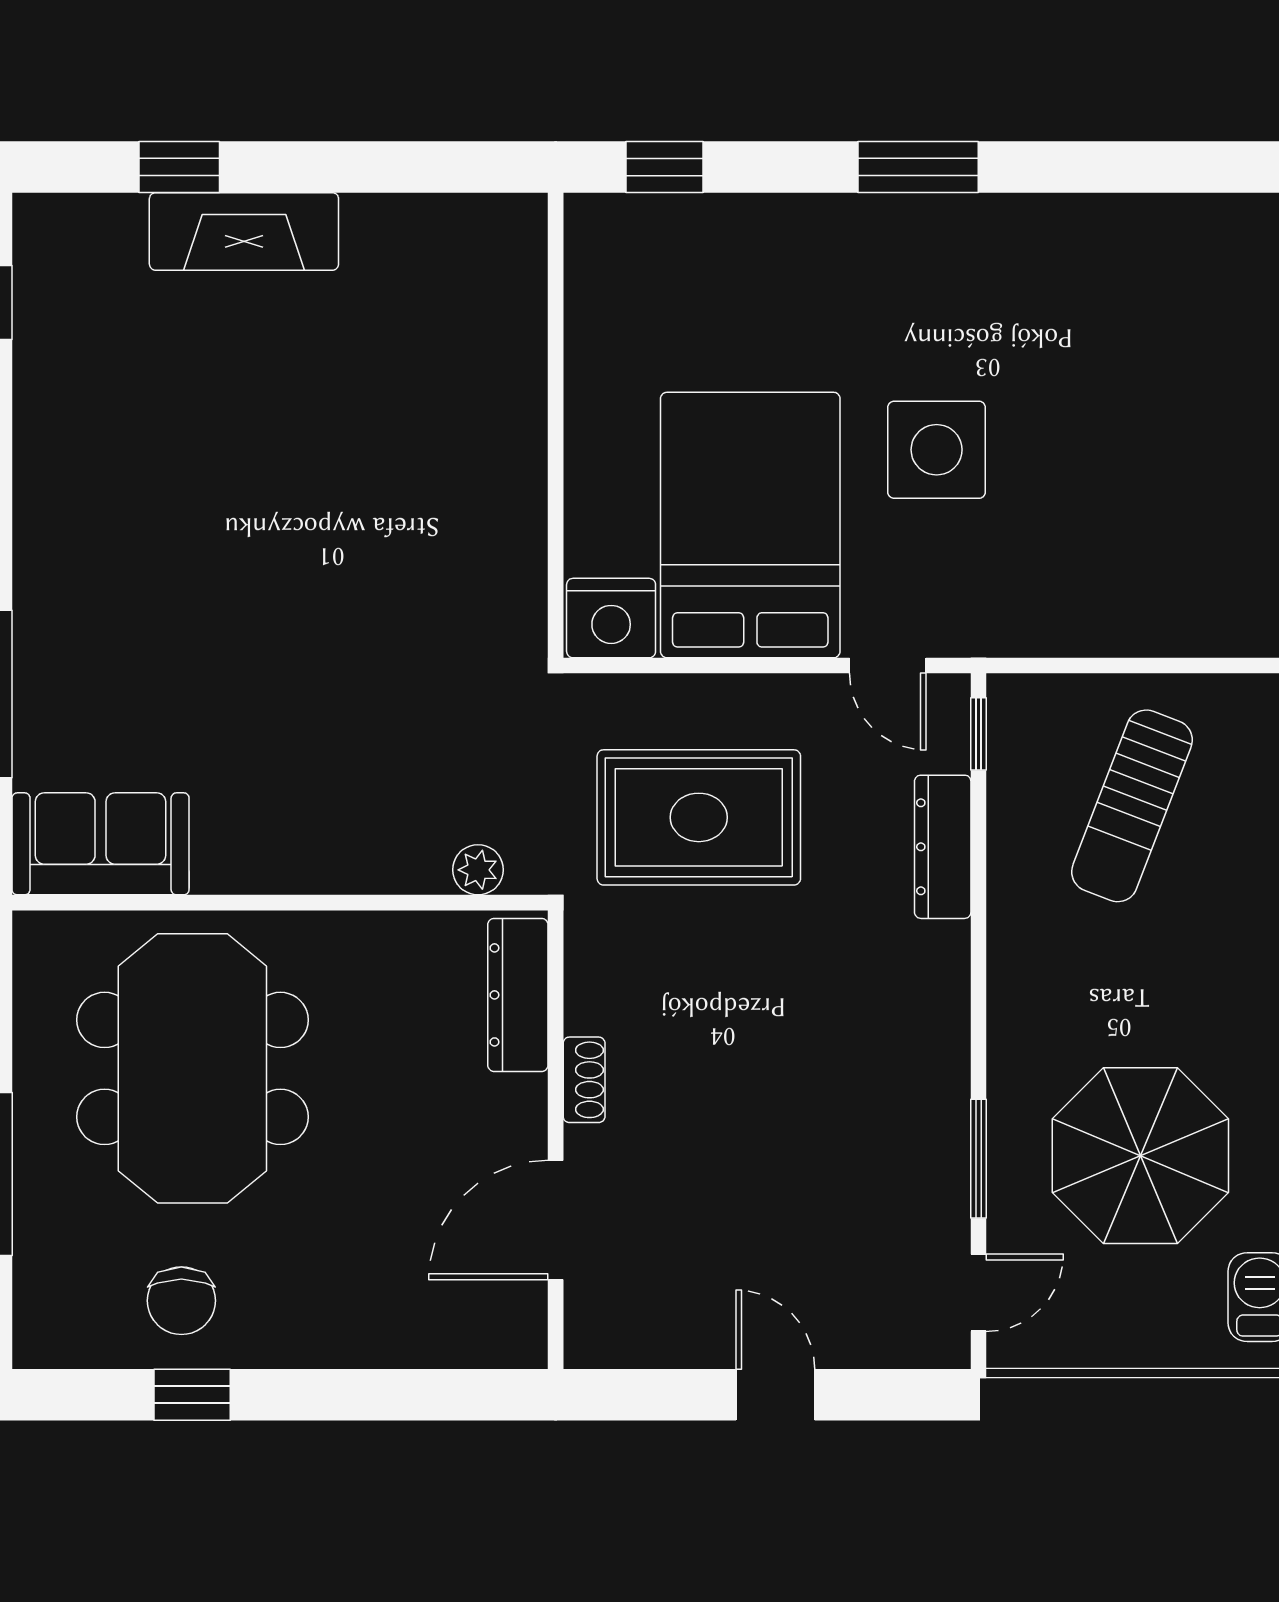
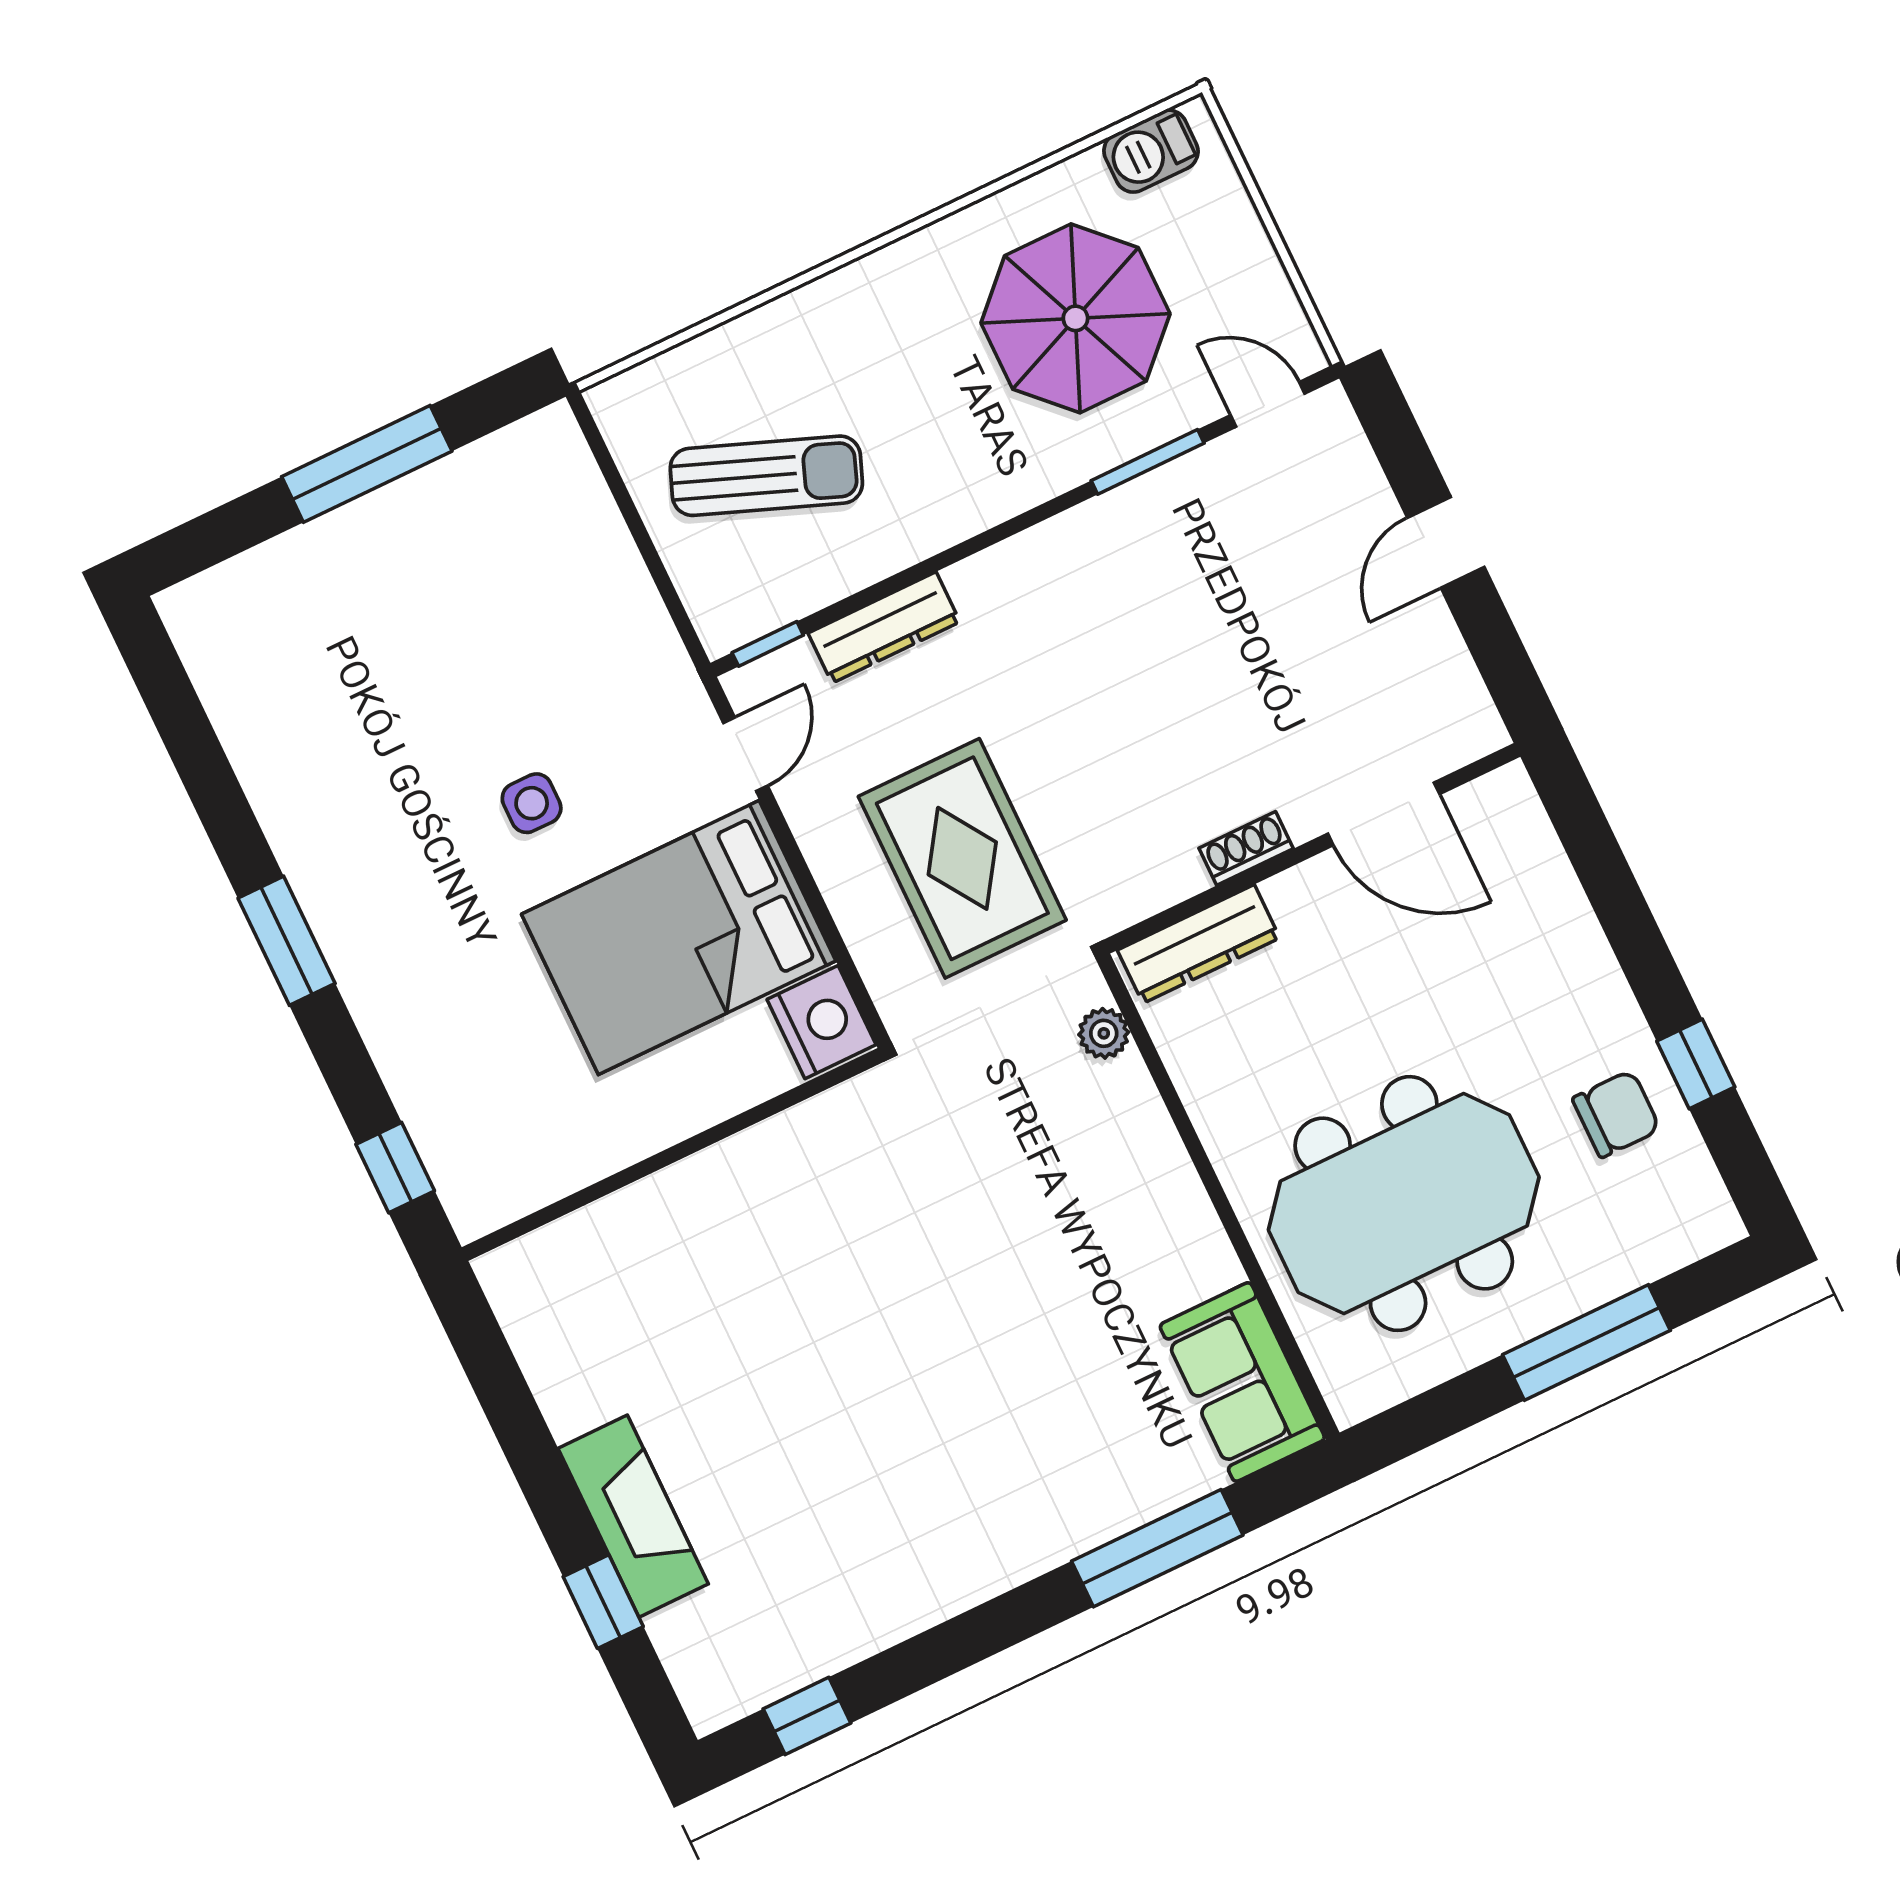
side table: (937, 450) -> (532, 803), width x0.54, depth x0.54

